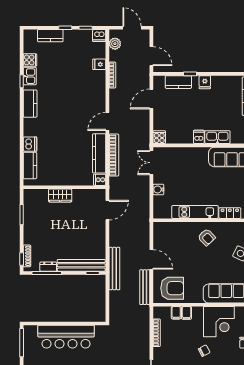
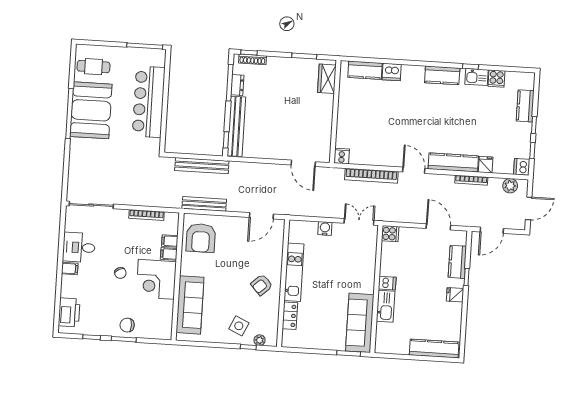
kitchen counter: (99, 153) -> (453, 162), moved
wardrobe: (60, 195) -> (327, 79), moved
door: (151, 259) -> (261, 216), moved
bench: (114, 269) -> (202, 166), moved
corner desk: (219, 322) -> (156, 279), moved

